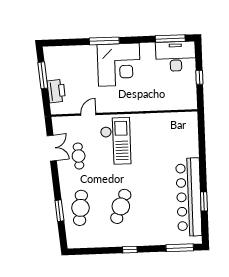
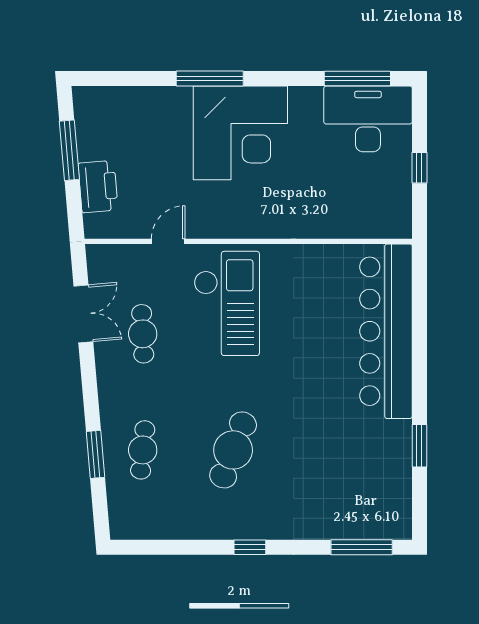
bar counter: (189, 197) -> (386, 331), moved
cafe table: (80, 208) -> (143, 450), width x0.73, depth x0.74

